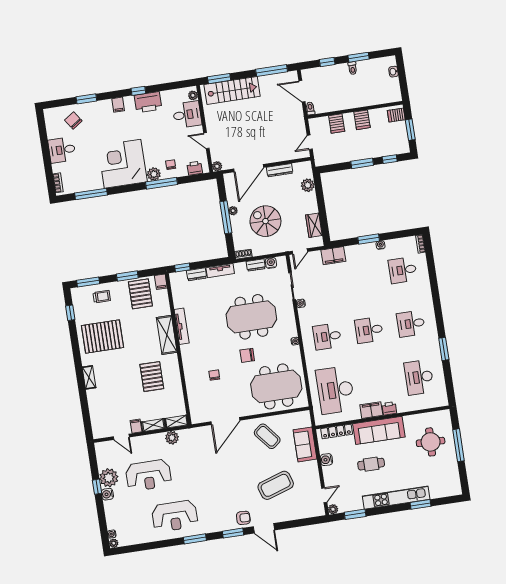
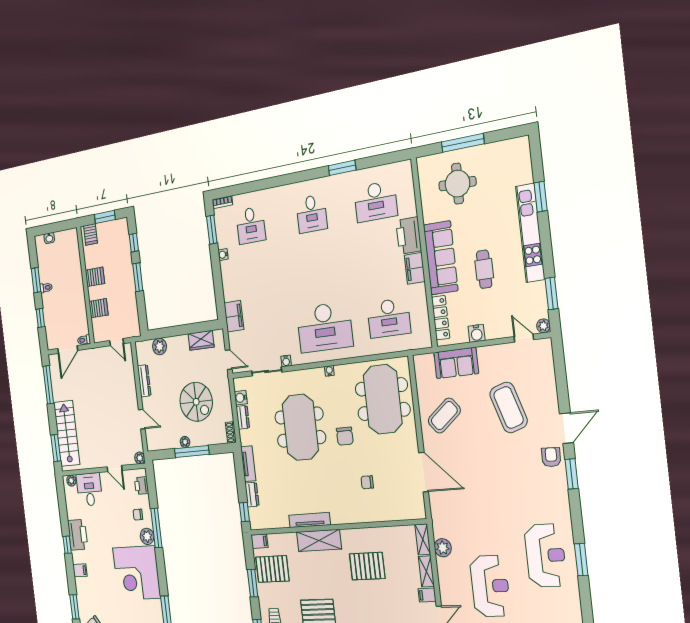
door: (206, 141) -> (115, 469), hinge flipped
door: (249, 168) -> (142, 419), width x0.53
spiral stairs: (265, 221) -> (196, 402), turned -90
window: (369, 239) -> (212, 230), moved
desk: (369, 330) -> (318, 271), removed
desk: (327, 336) -> (325, 327), width x1.87, depth x1.30
desk: (335, 390) -> (389, 318), width x0.73, depth x0.77
printer: (389, 408) -> (409, 236), width x1.87, depth x1.48
window: (195, 539) -> (581, 560), moved

